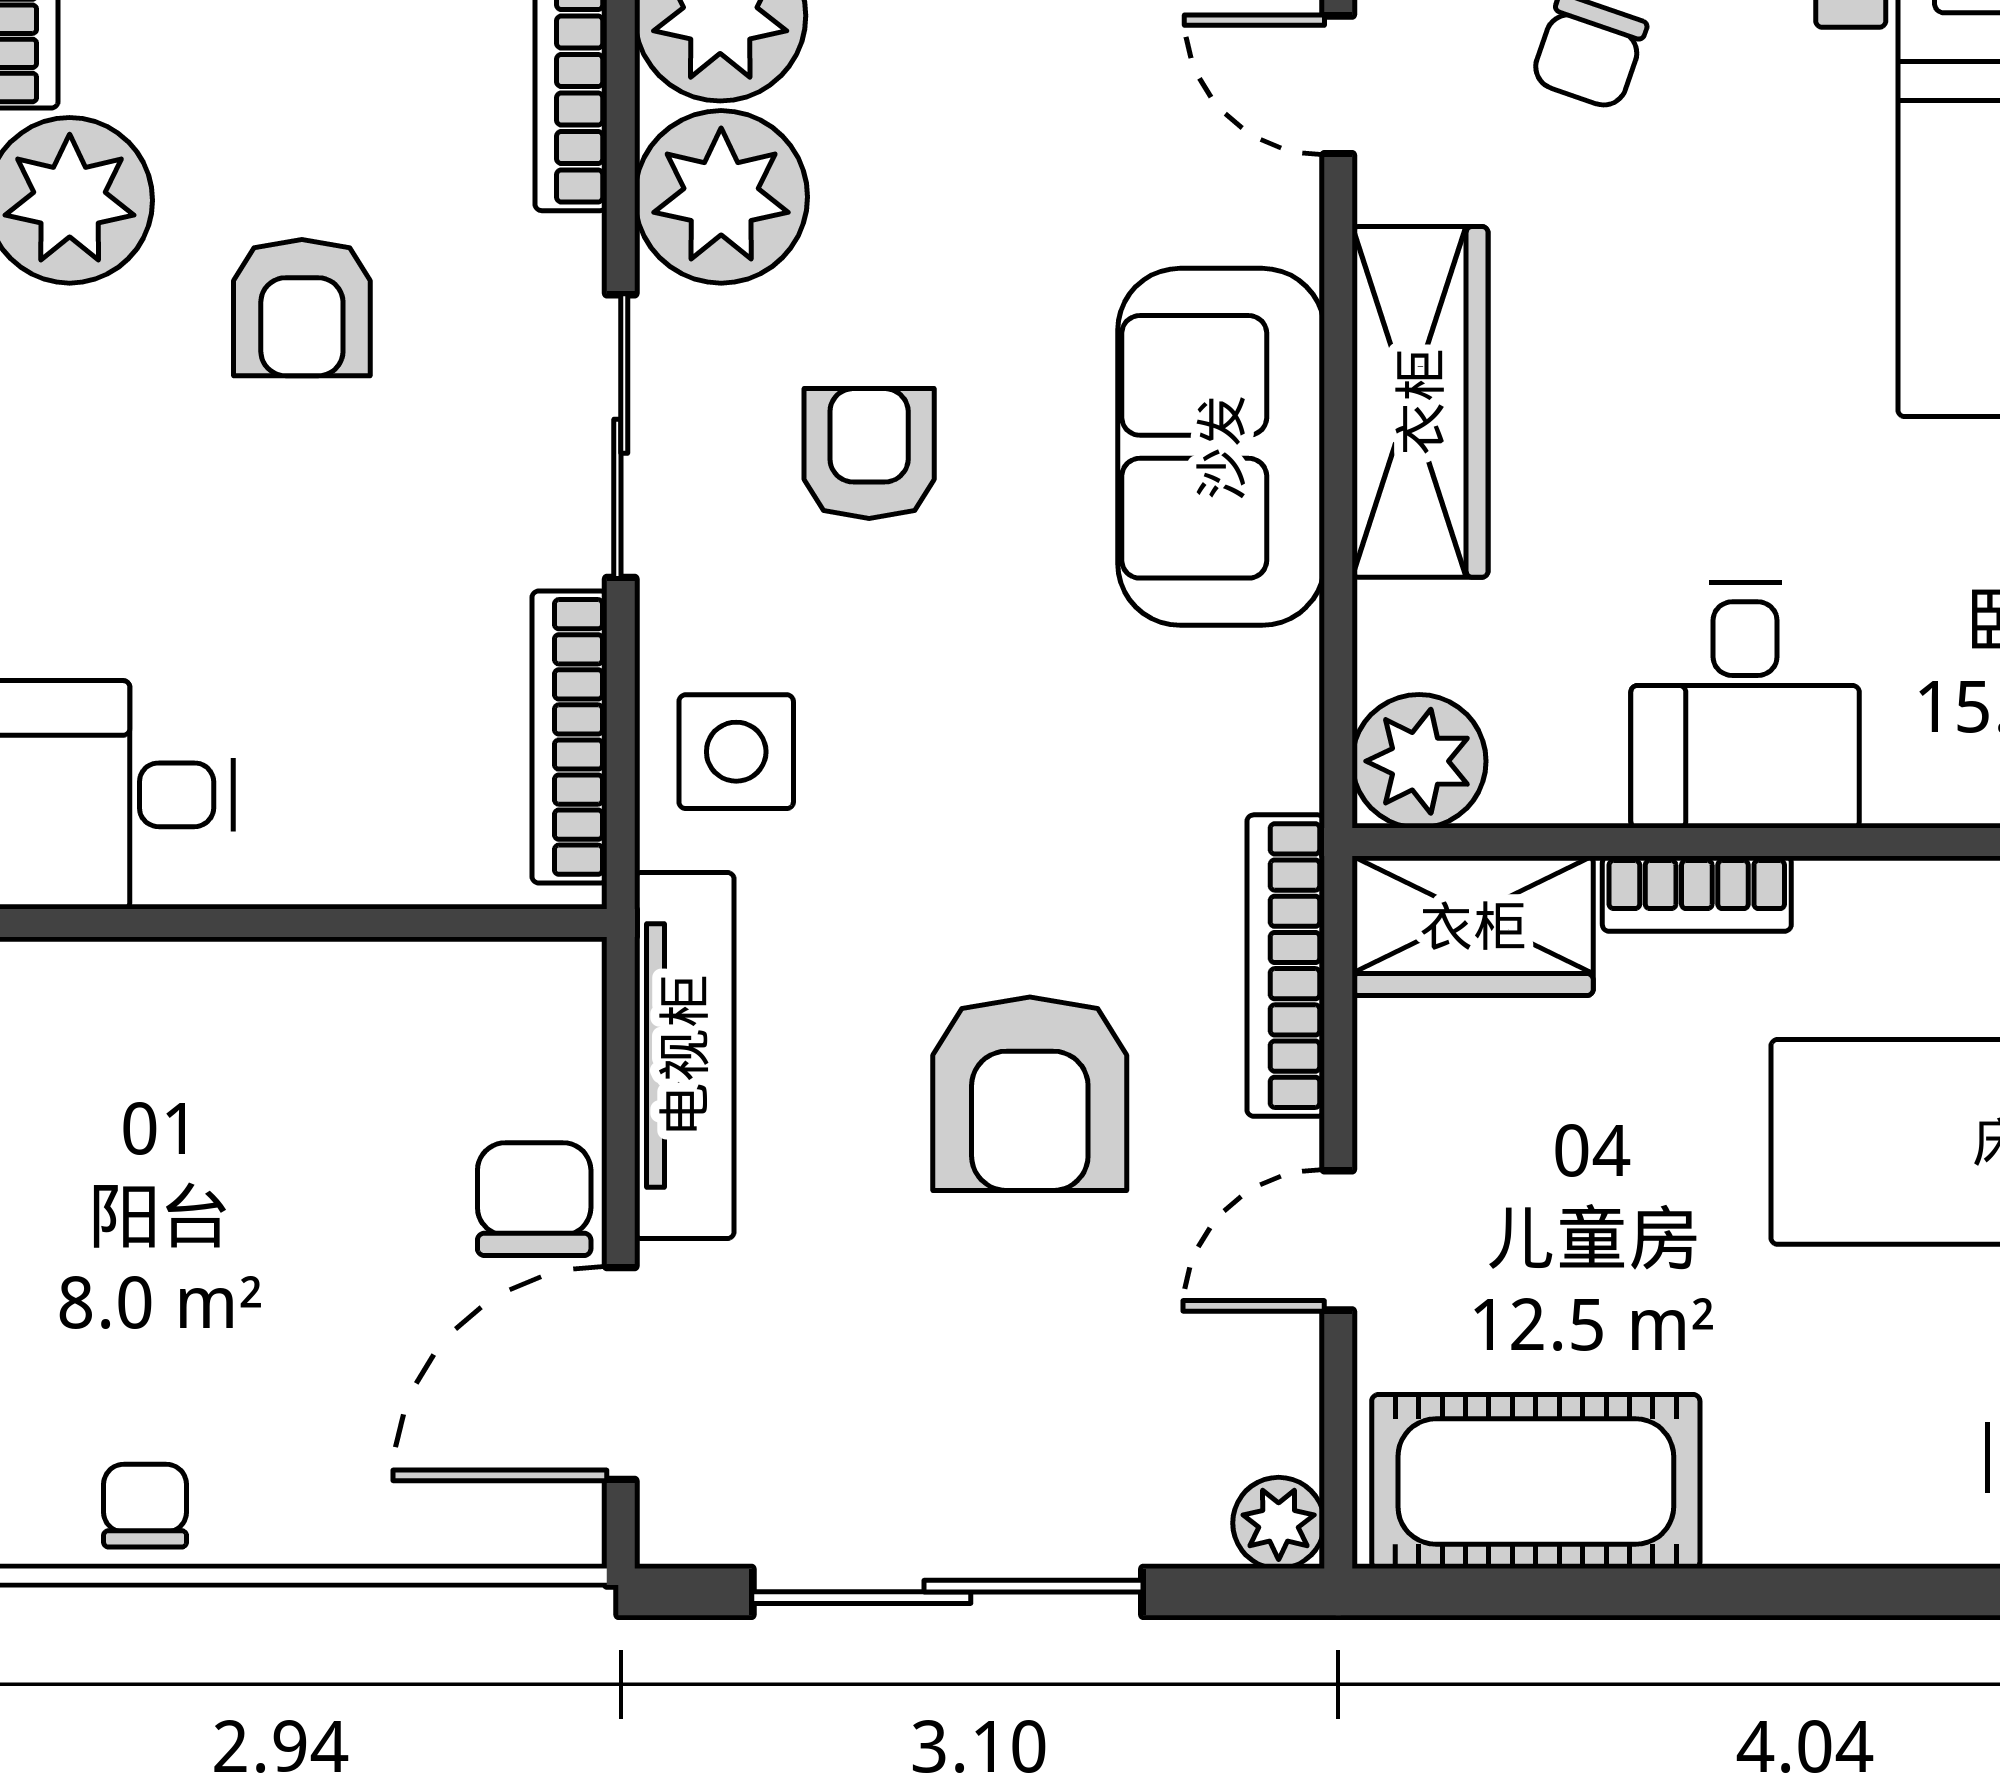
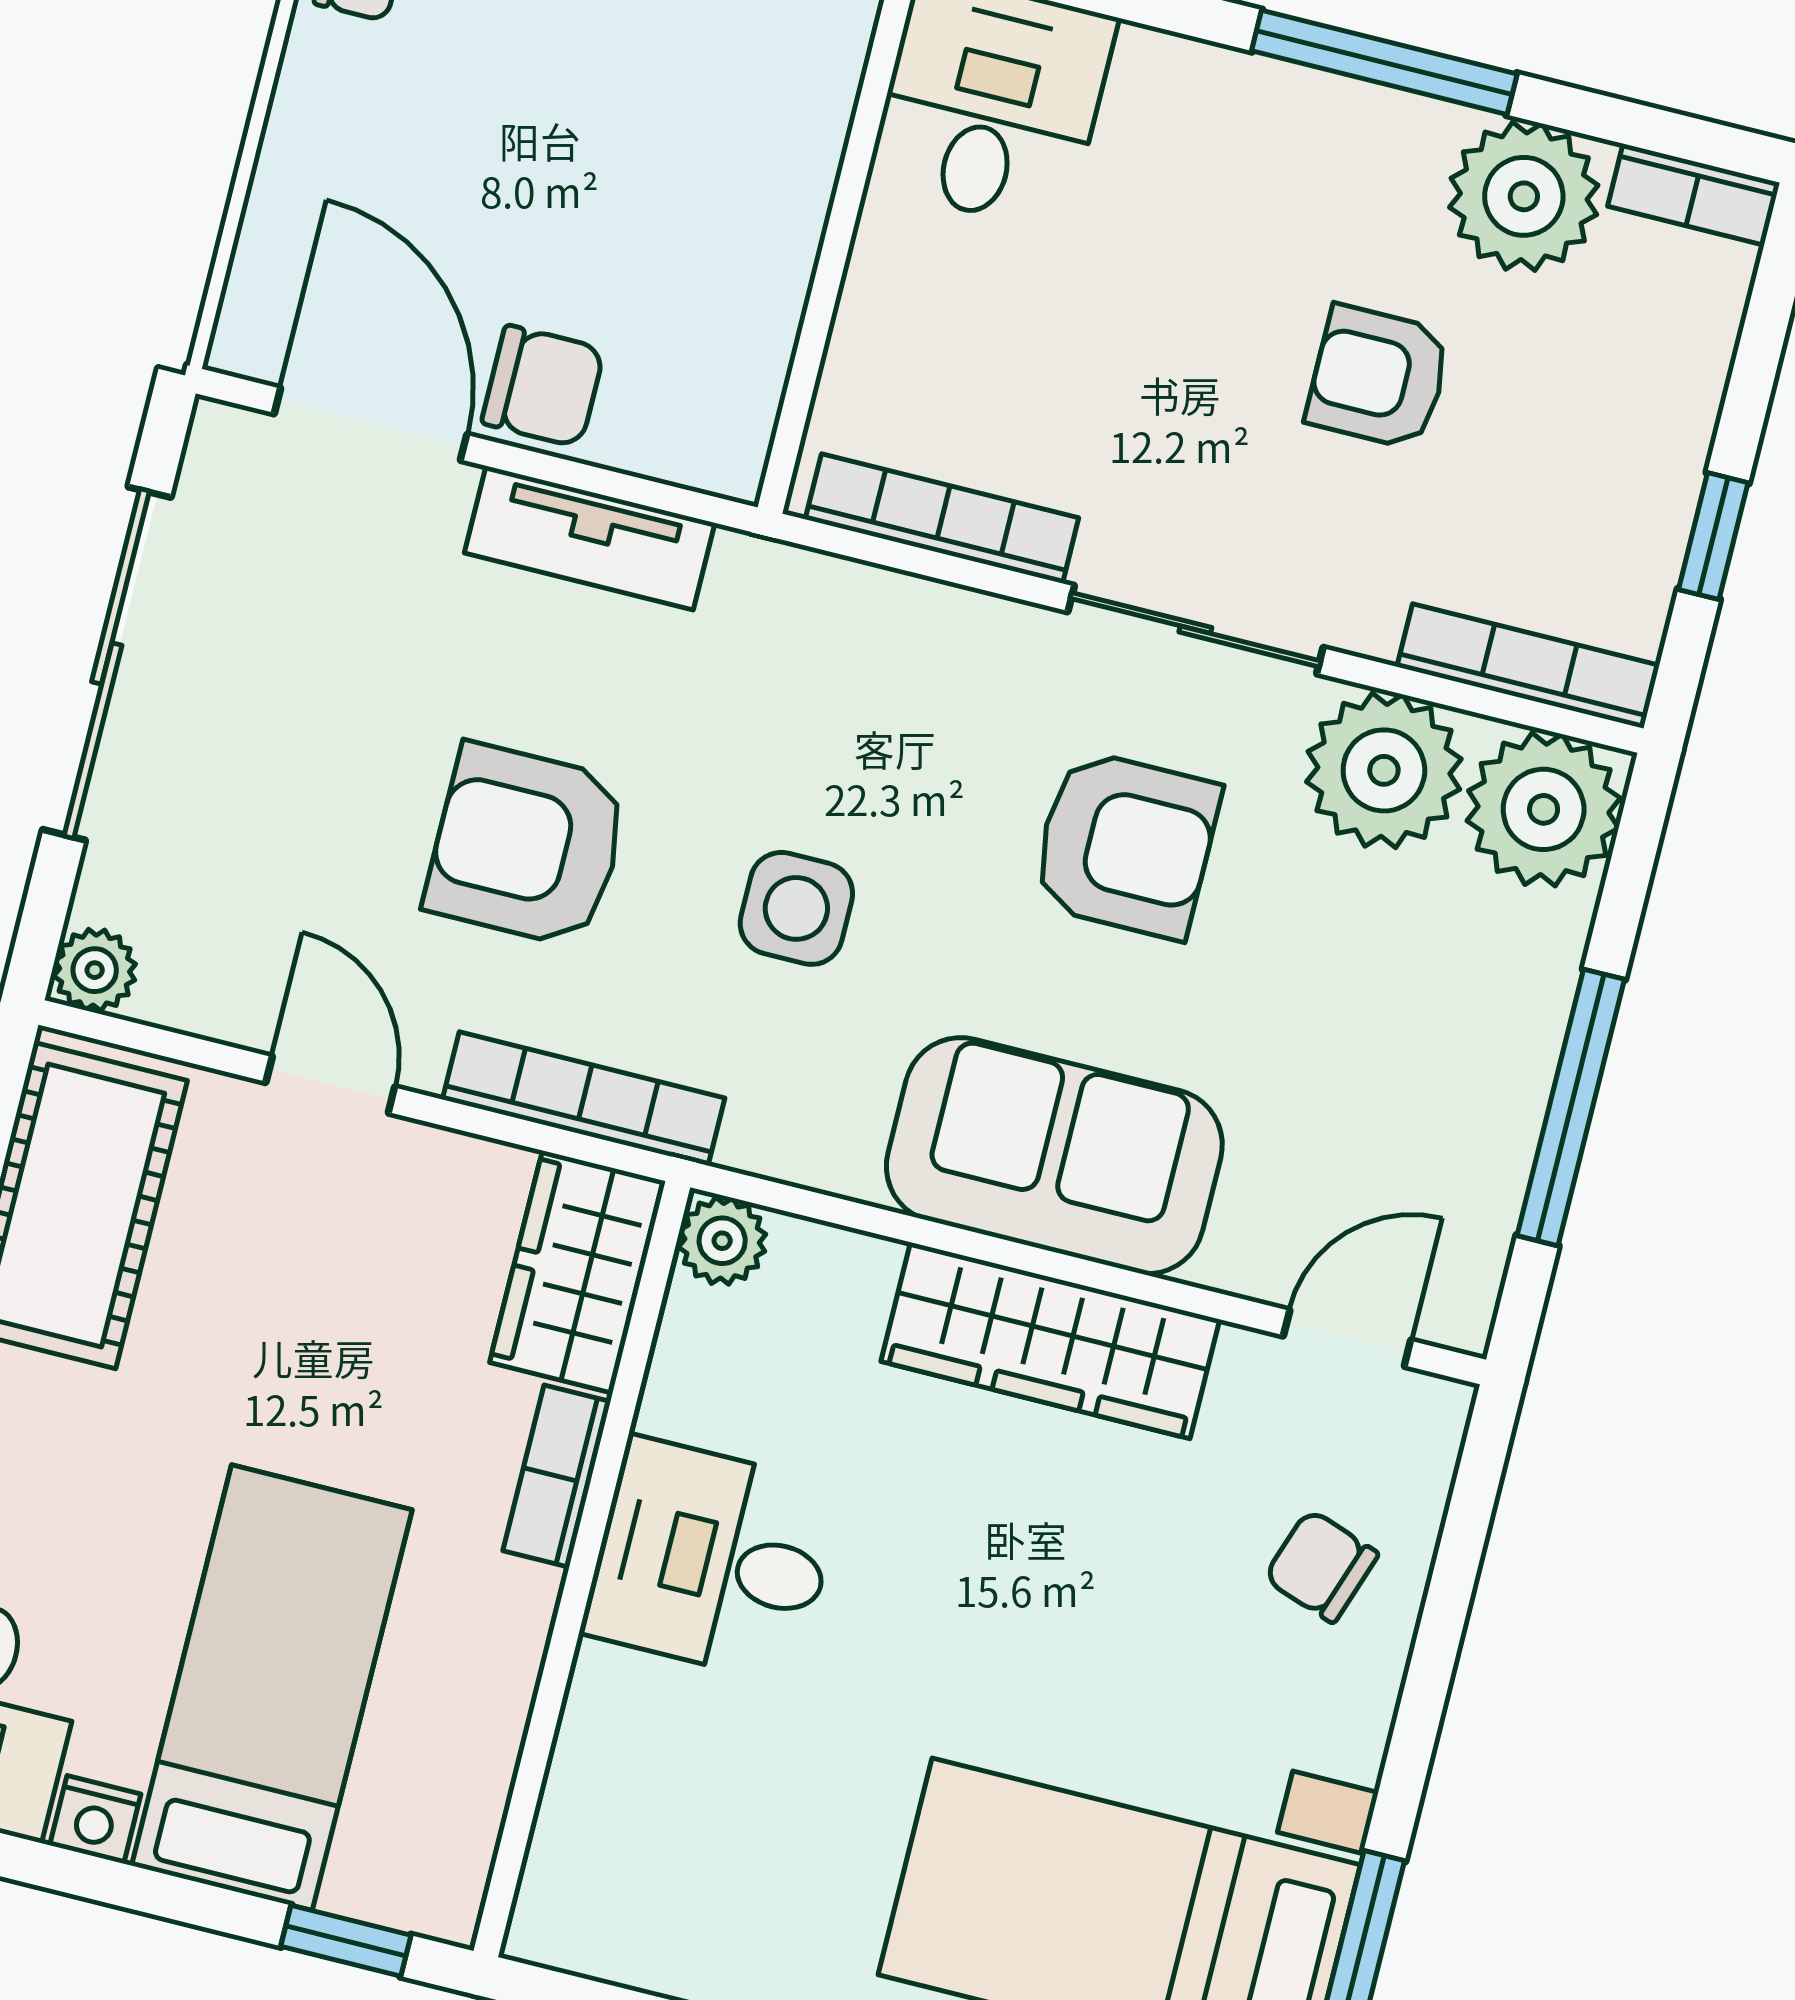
armchair: (869, 453) -> (1126, 844), width x1.38, depth x1.38
side table: (736, 752) -> (796, 908), moved
plant: (1419, 761) -> (722, 1241), width x0.73, depth x0.73
tv unit: (684, 1055) -> (590, 538), width x0.71

